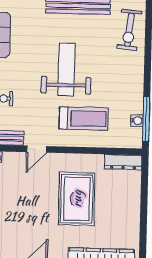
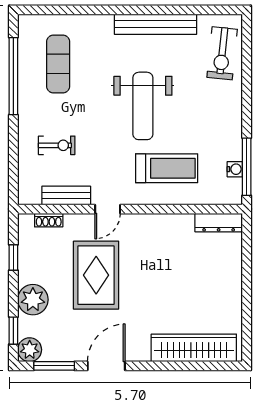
weight bench: (66, 69) -> (143, 106), turned 180
rug: (77, 199) -> (96, 275), moved

